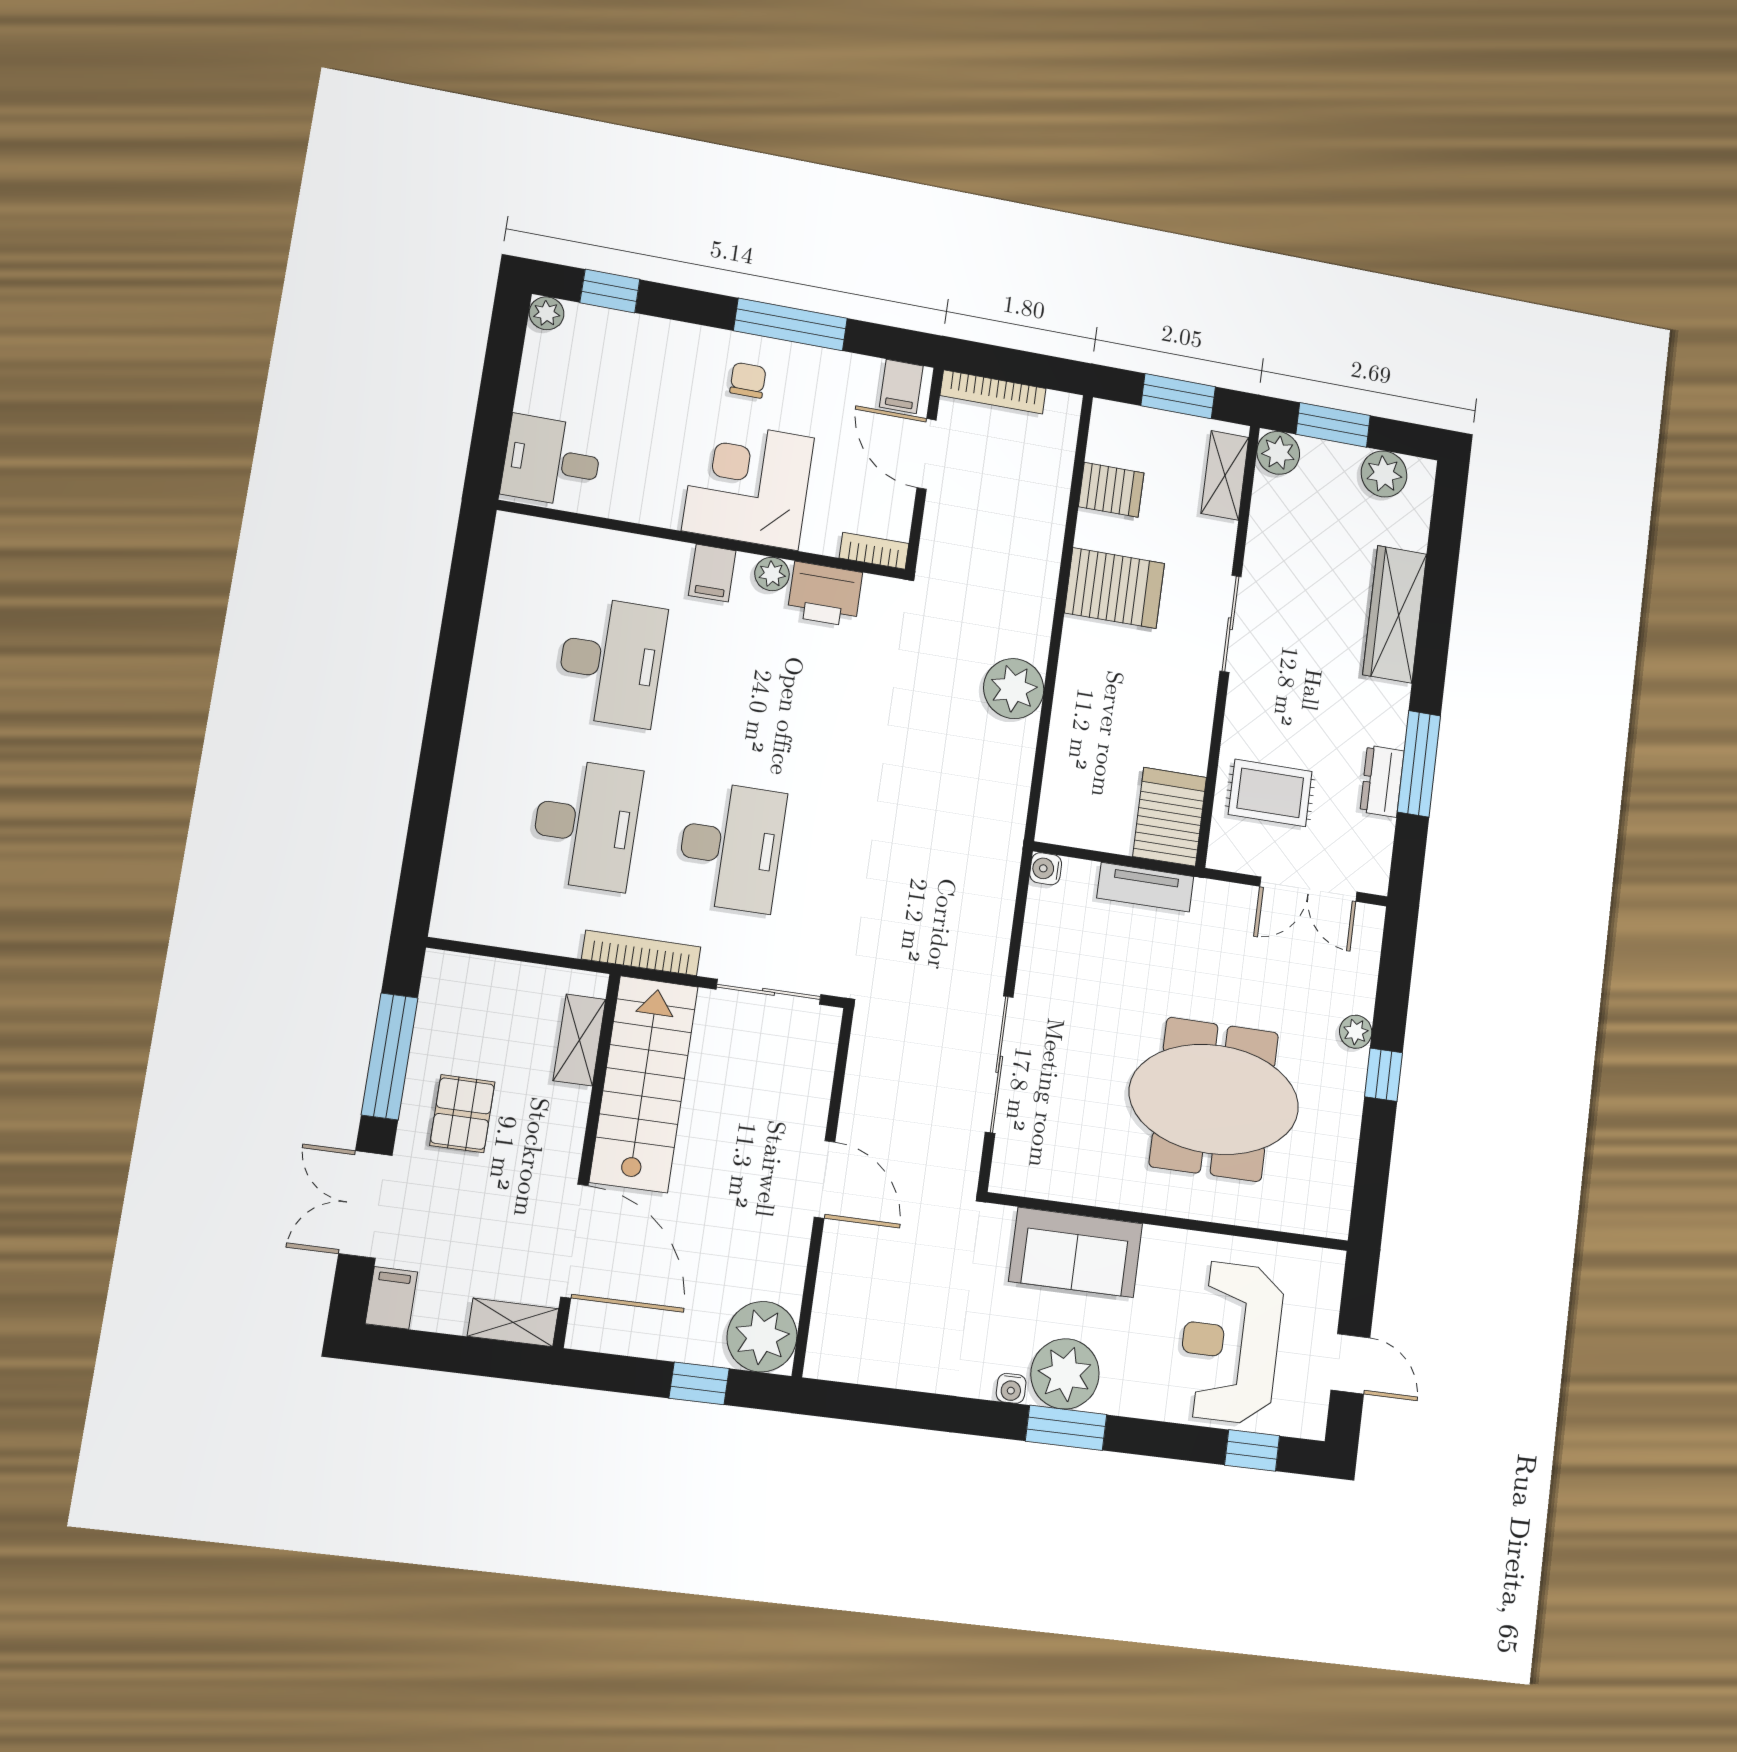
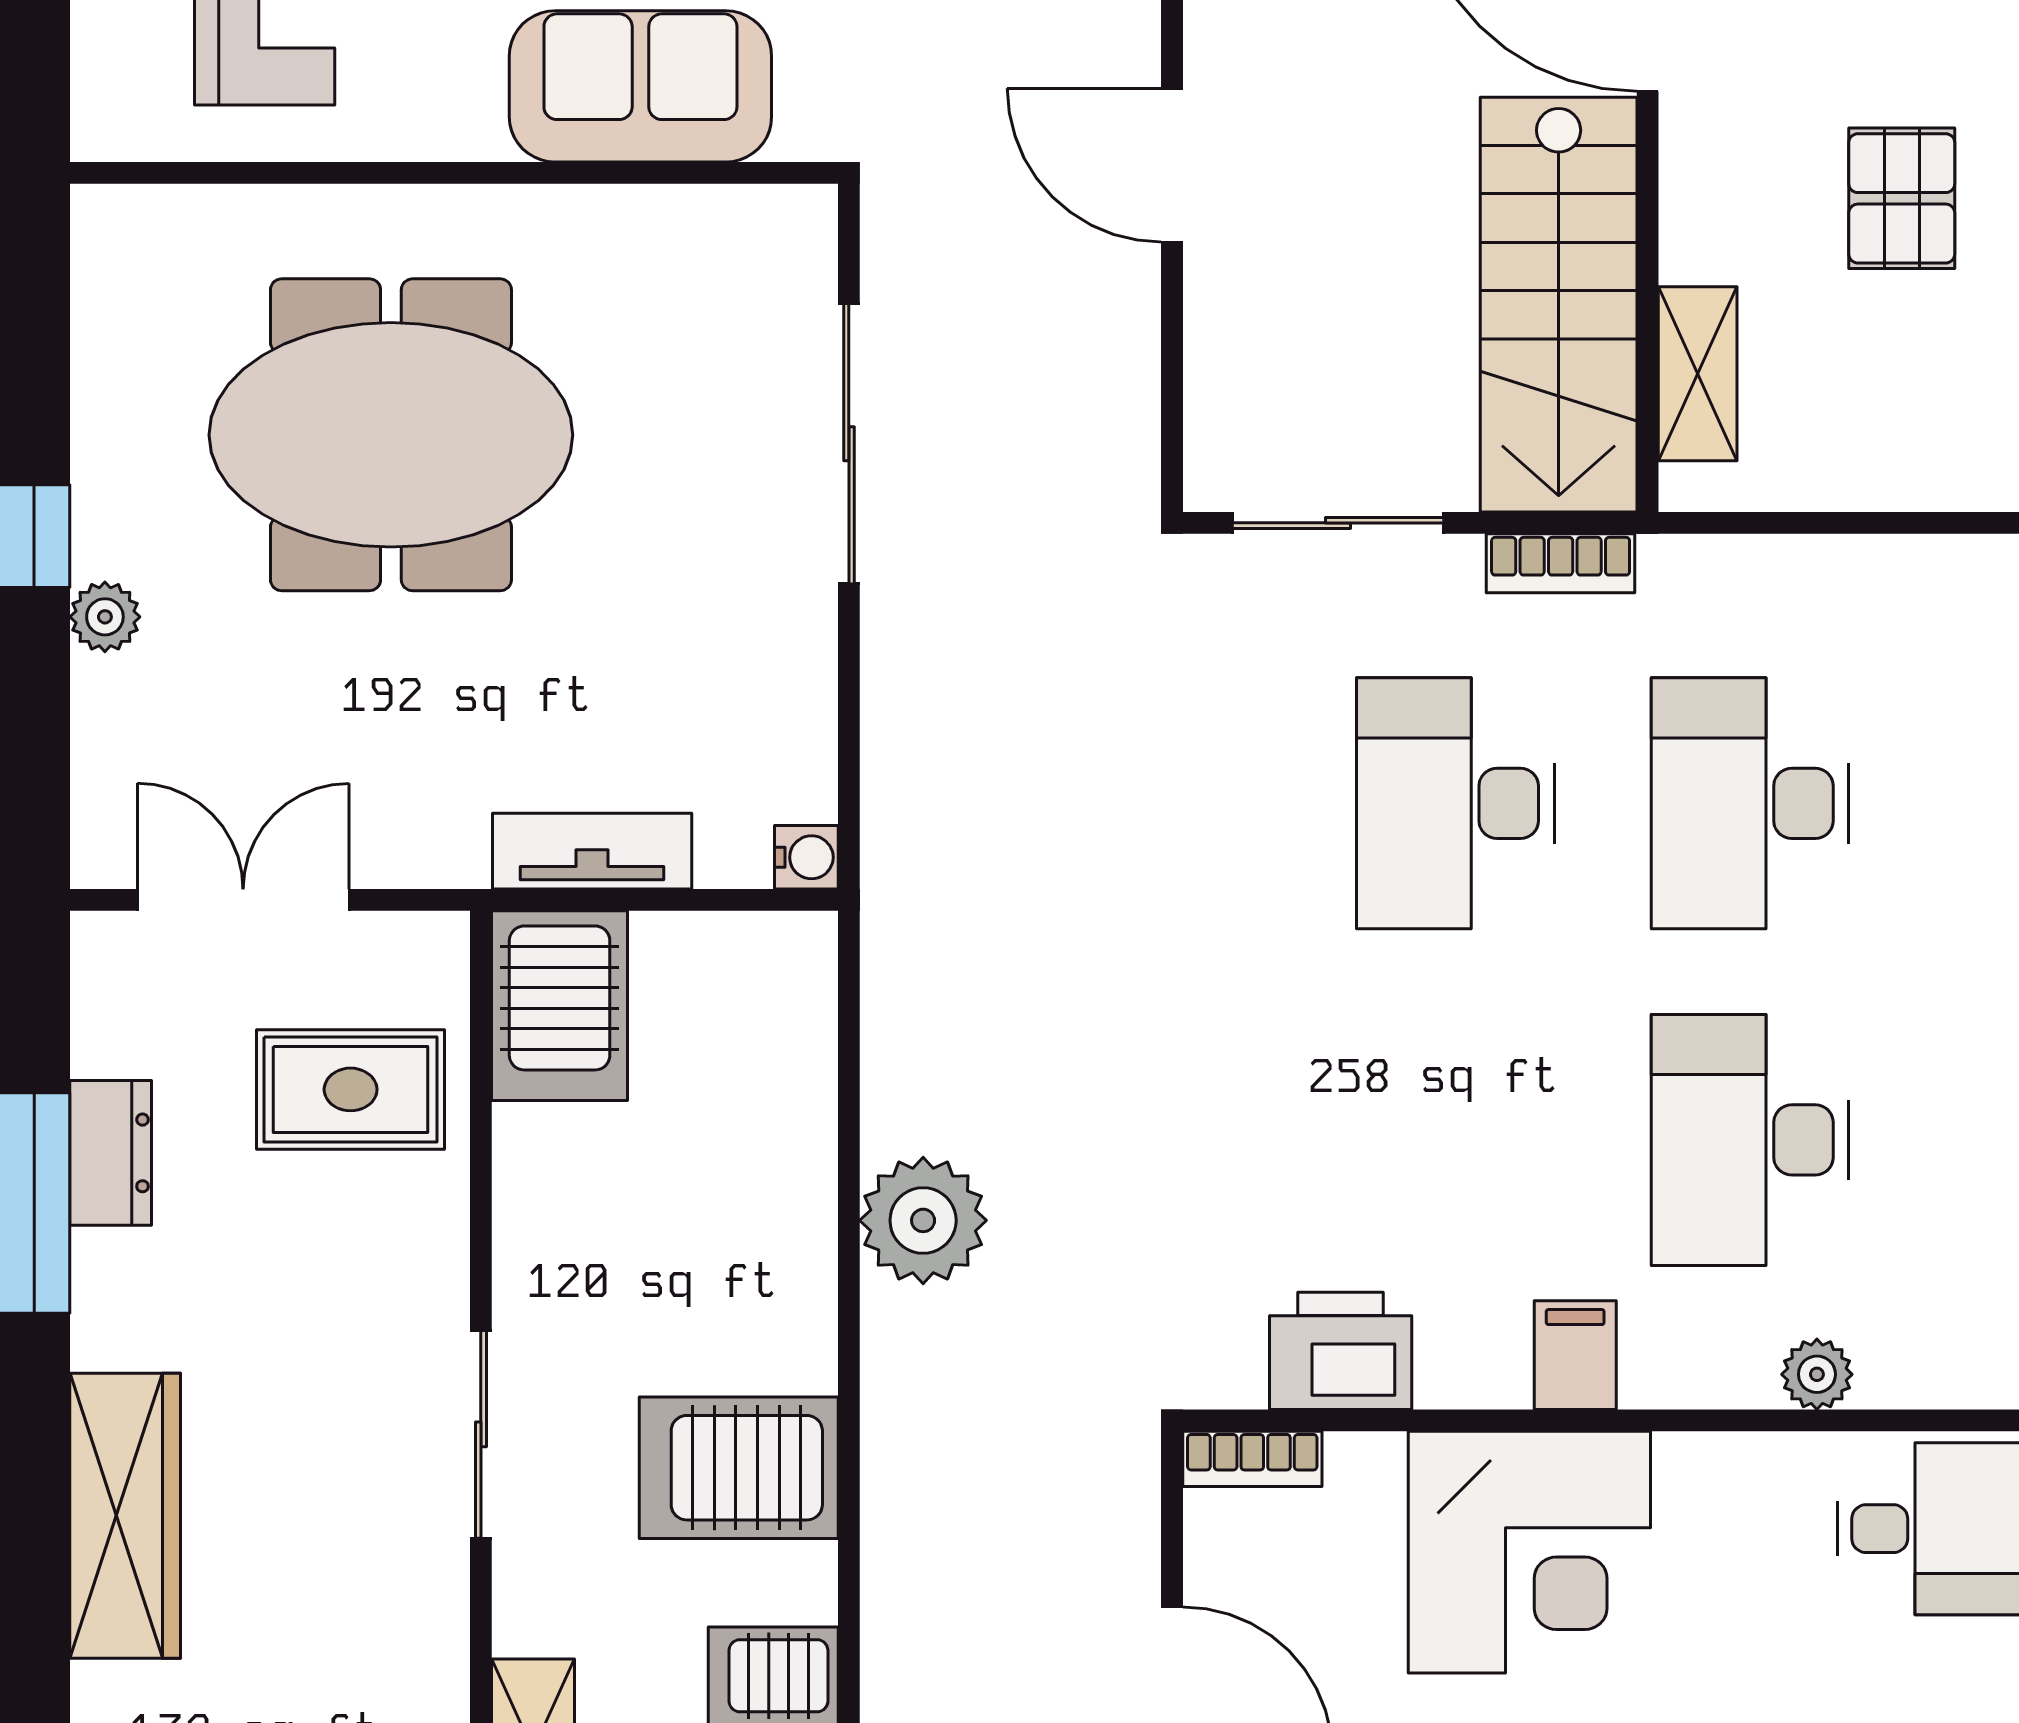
plant: (772, 574) -> (1817, 1374), moved
bookcase: (641, 953) -> (1561, 563), width x0.64

